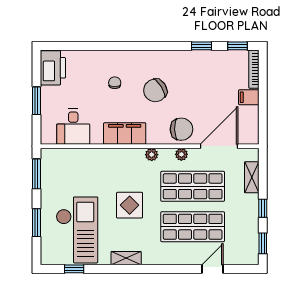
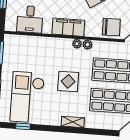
plant: (181, 154) -> (77, 44), moved
checkout: (77, 230) -> (27, 97), turned 180
shelving: (126, 258) -> (73, 122), moved

